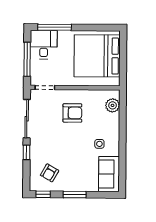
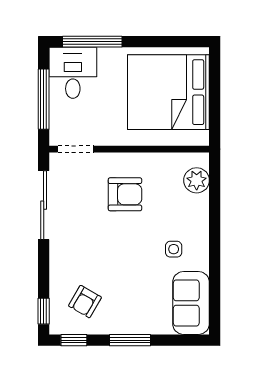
window: (26, 152) -> (44, 311), moved

